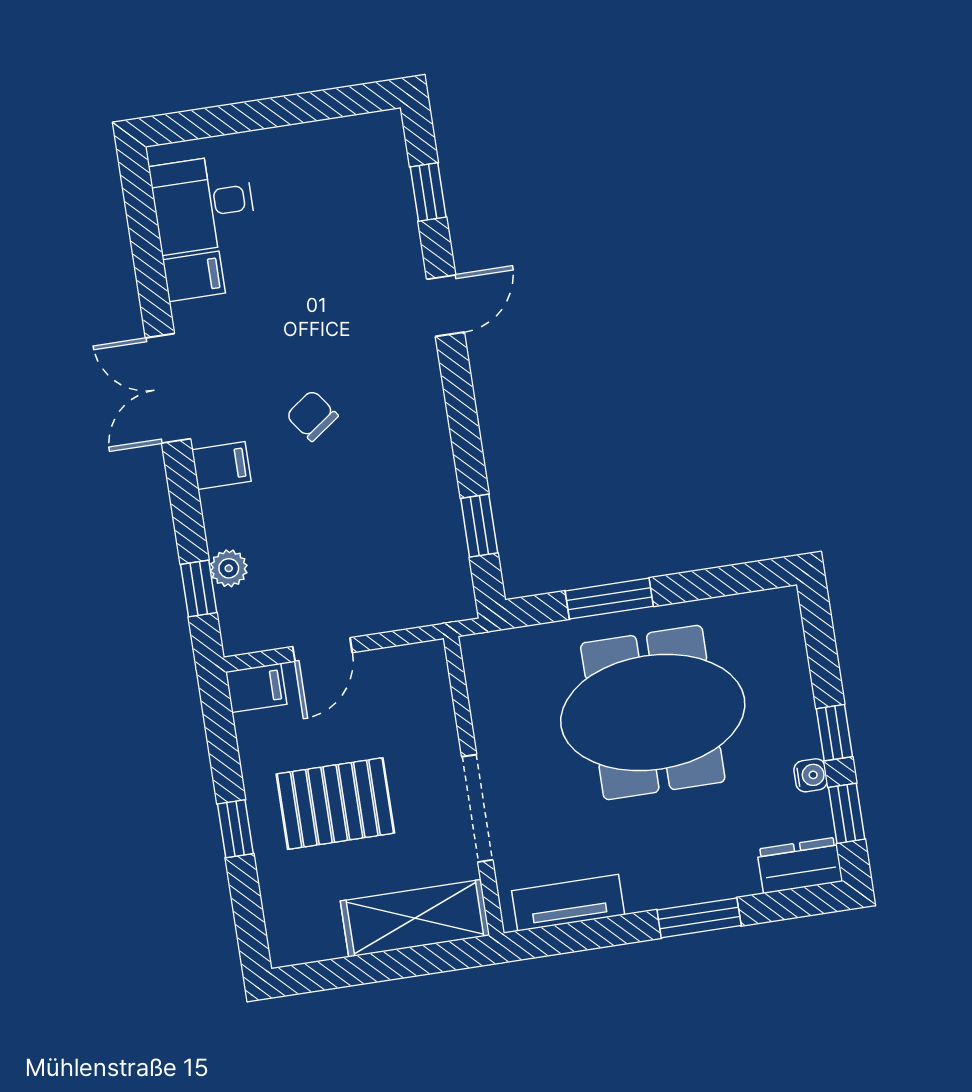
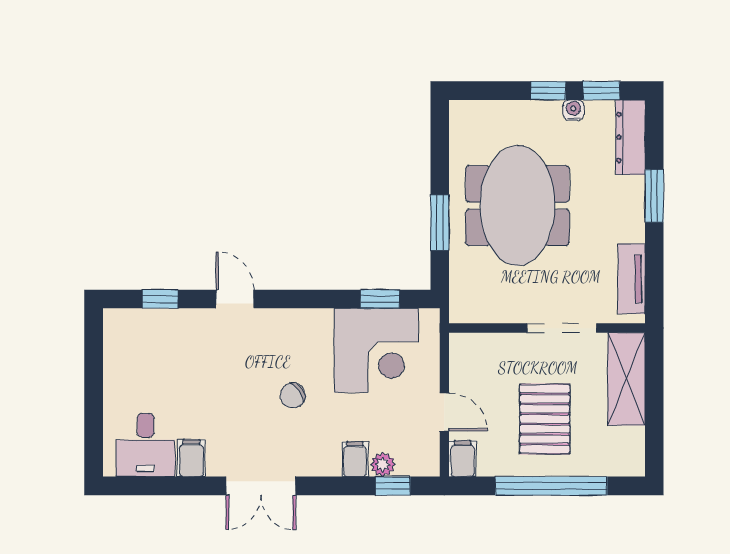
filing cabinet: (221, 465) -> (355, 459), moved
corner desk: (400, 532) -> (376, 350), added
window: (235, 829) -> (551, 486), width x3.17
dresser: (800, 865) -> (630, 137), width x1.44

